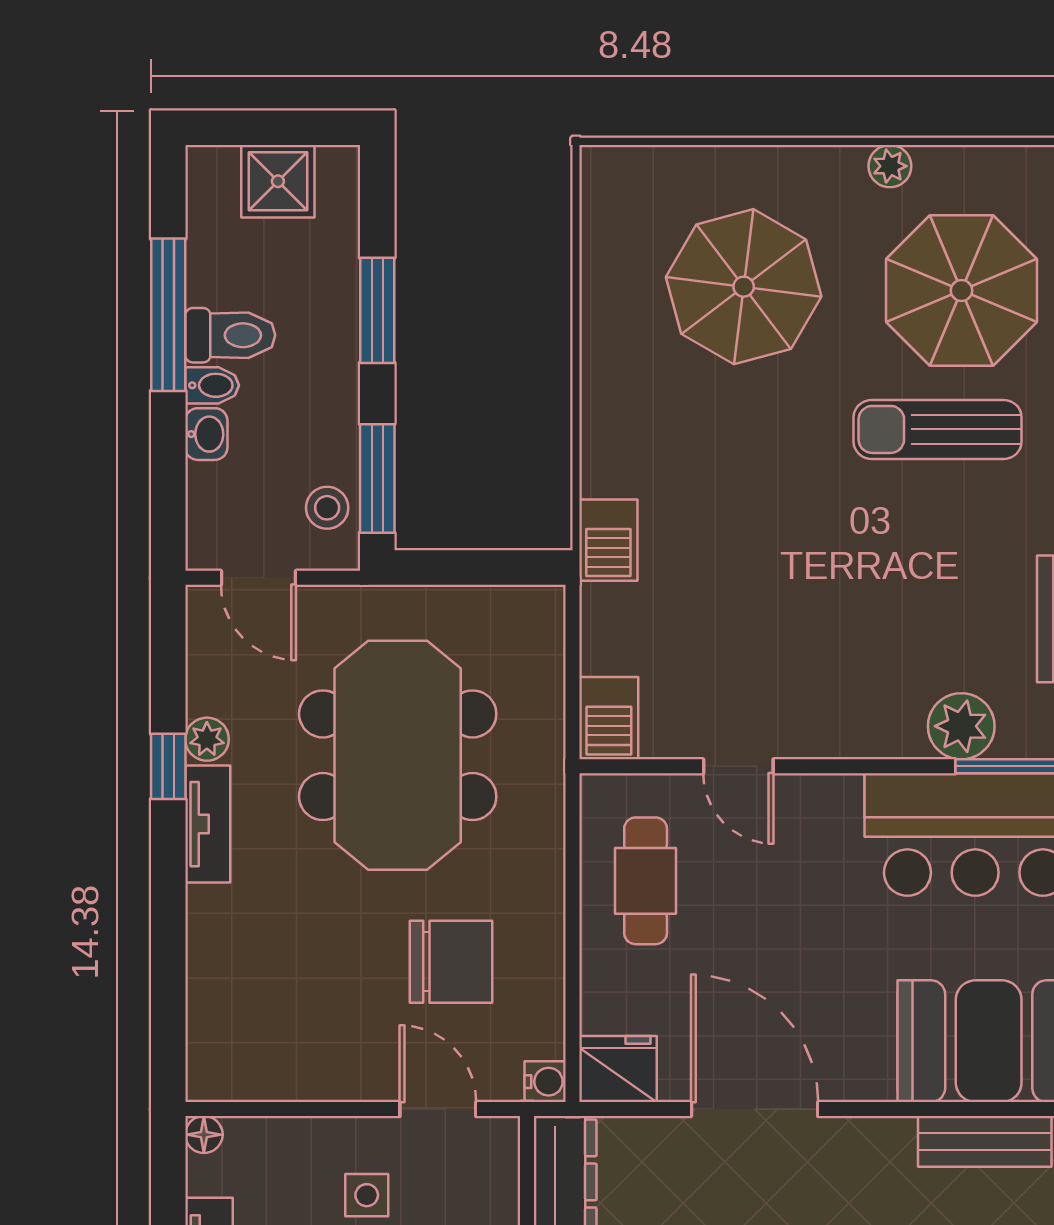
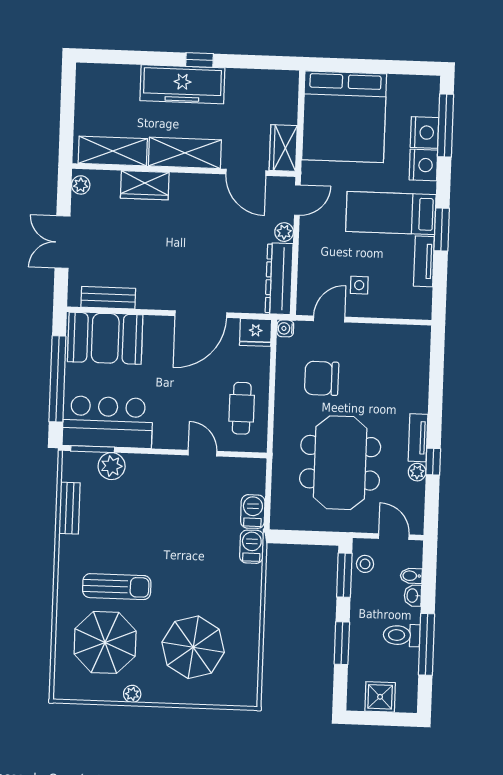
bidet: (212, 385) -> (411, 576), moved
barbecue: (609, 718) -> (253, 512), moved
door: (438, 1109) -> (329, 319), swing flipped
door: (755, 1109) -> (201, 314), hinge flipped
floor lamp: (204, 1135) -> (424, 312), removed

